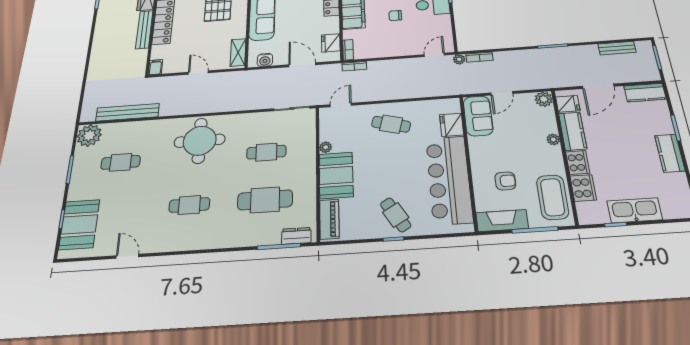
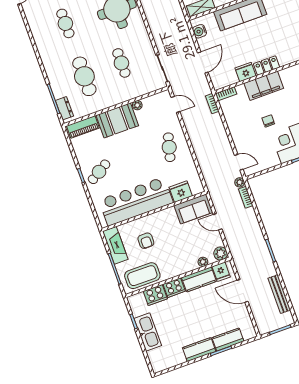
fridge: (331, 43) -> (245, 72), moved
bench: (617, 48) -> (279, 294), width x1.36
kitchen counter: (645, 92) -> (228, 339), moved, turned 90
plant: (553, 139) -> (203, 262), moved

